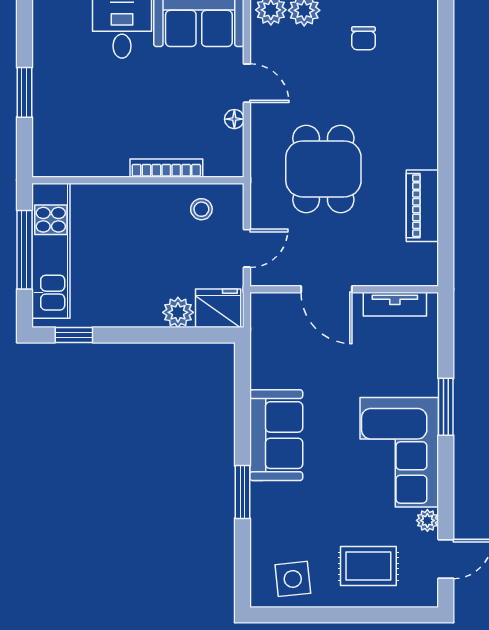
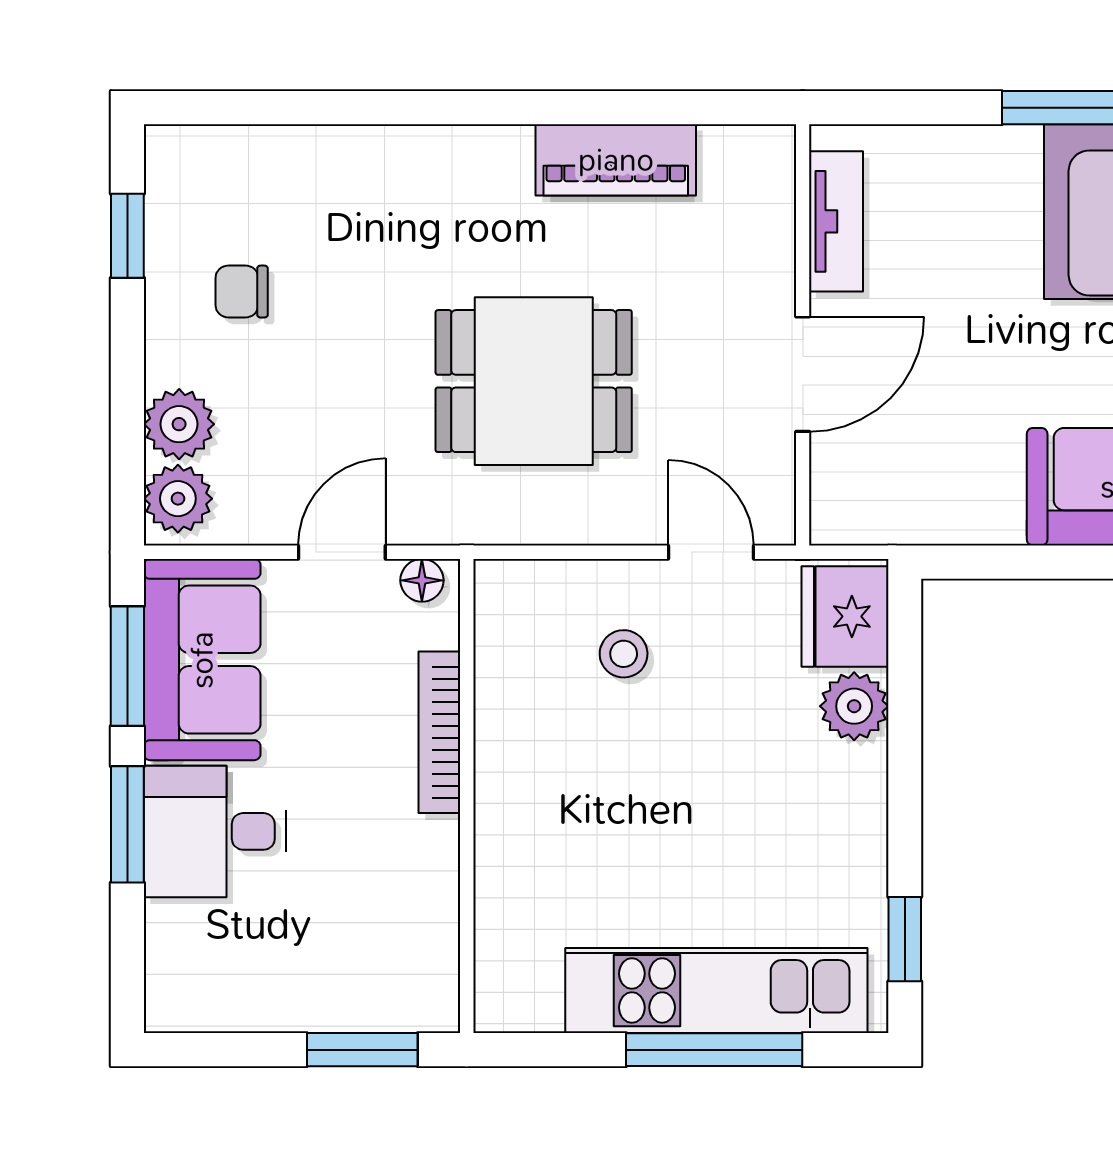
chair: (363, 38) -> (242, 292), turned 180
bookcase: (166, 168) -> (439, 732), moved
wall: (138, 180) -> (467, 796), moved

